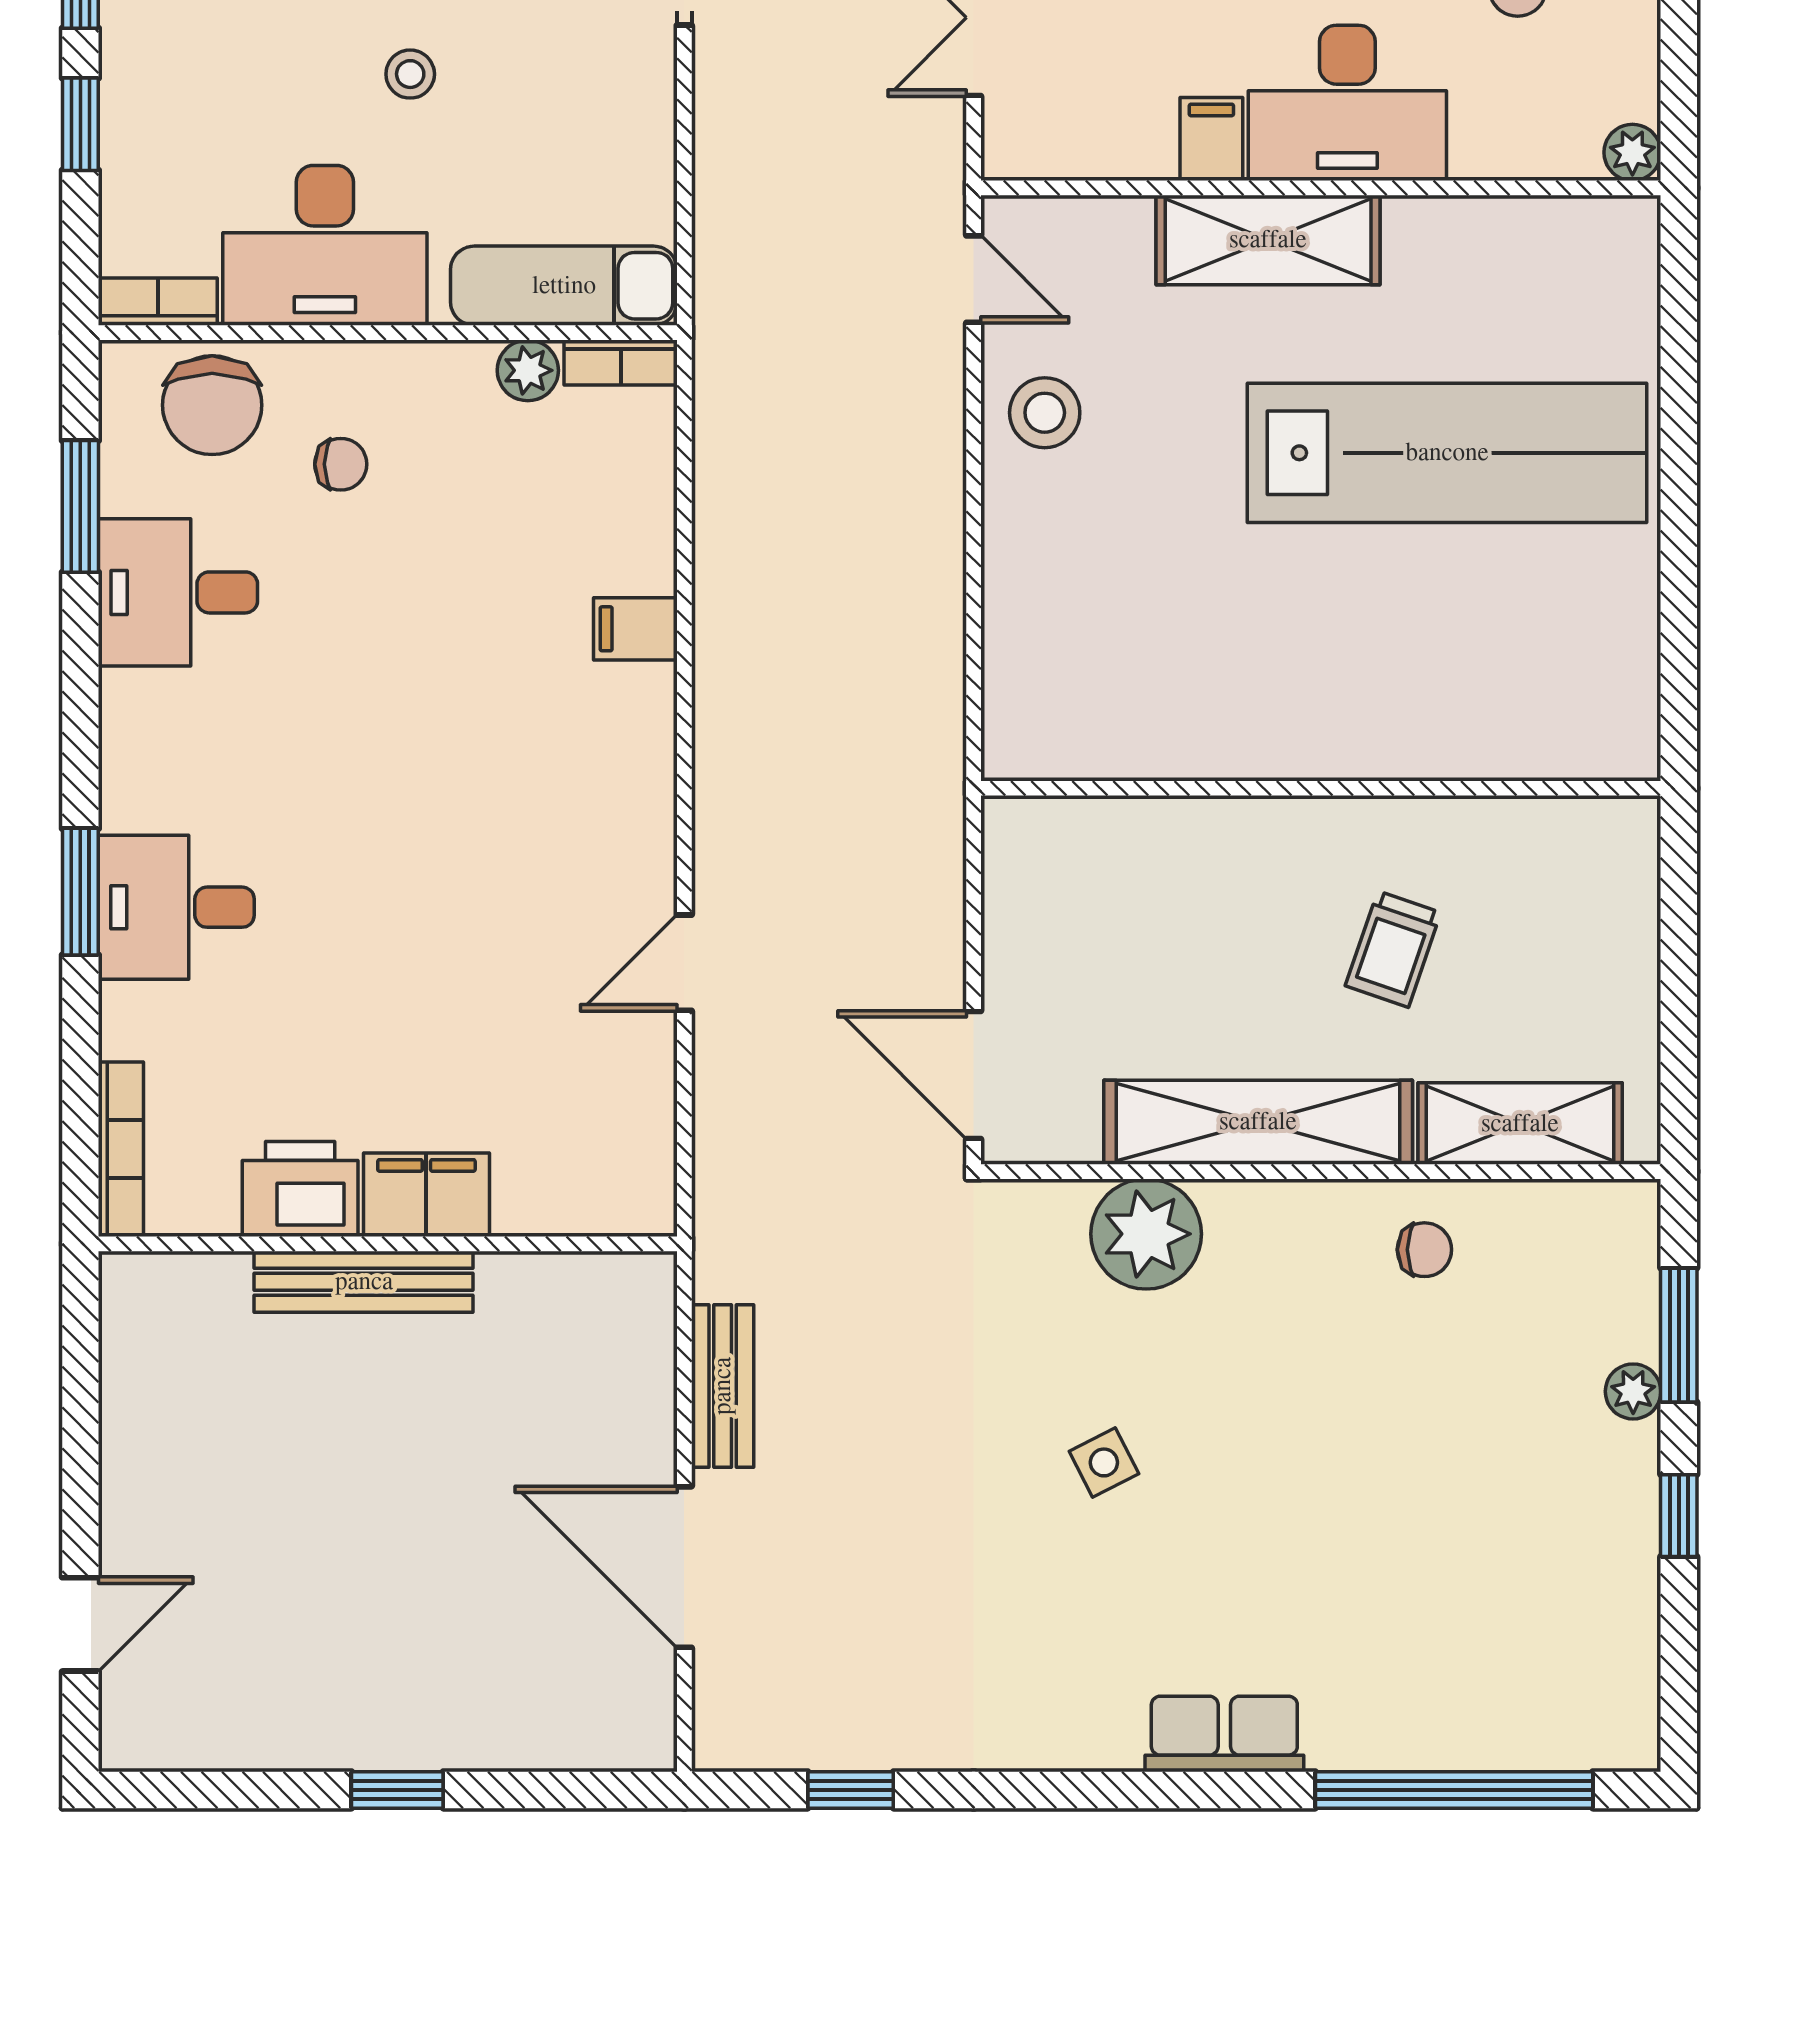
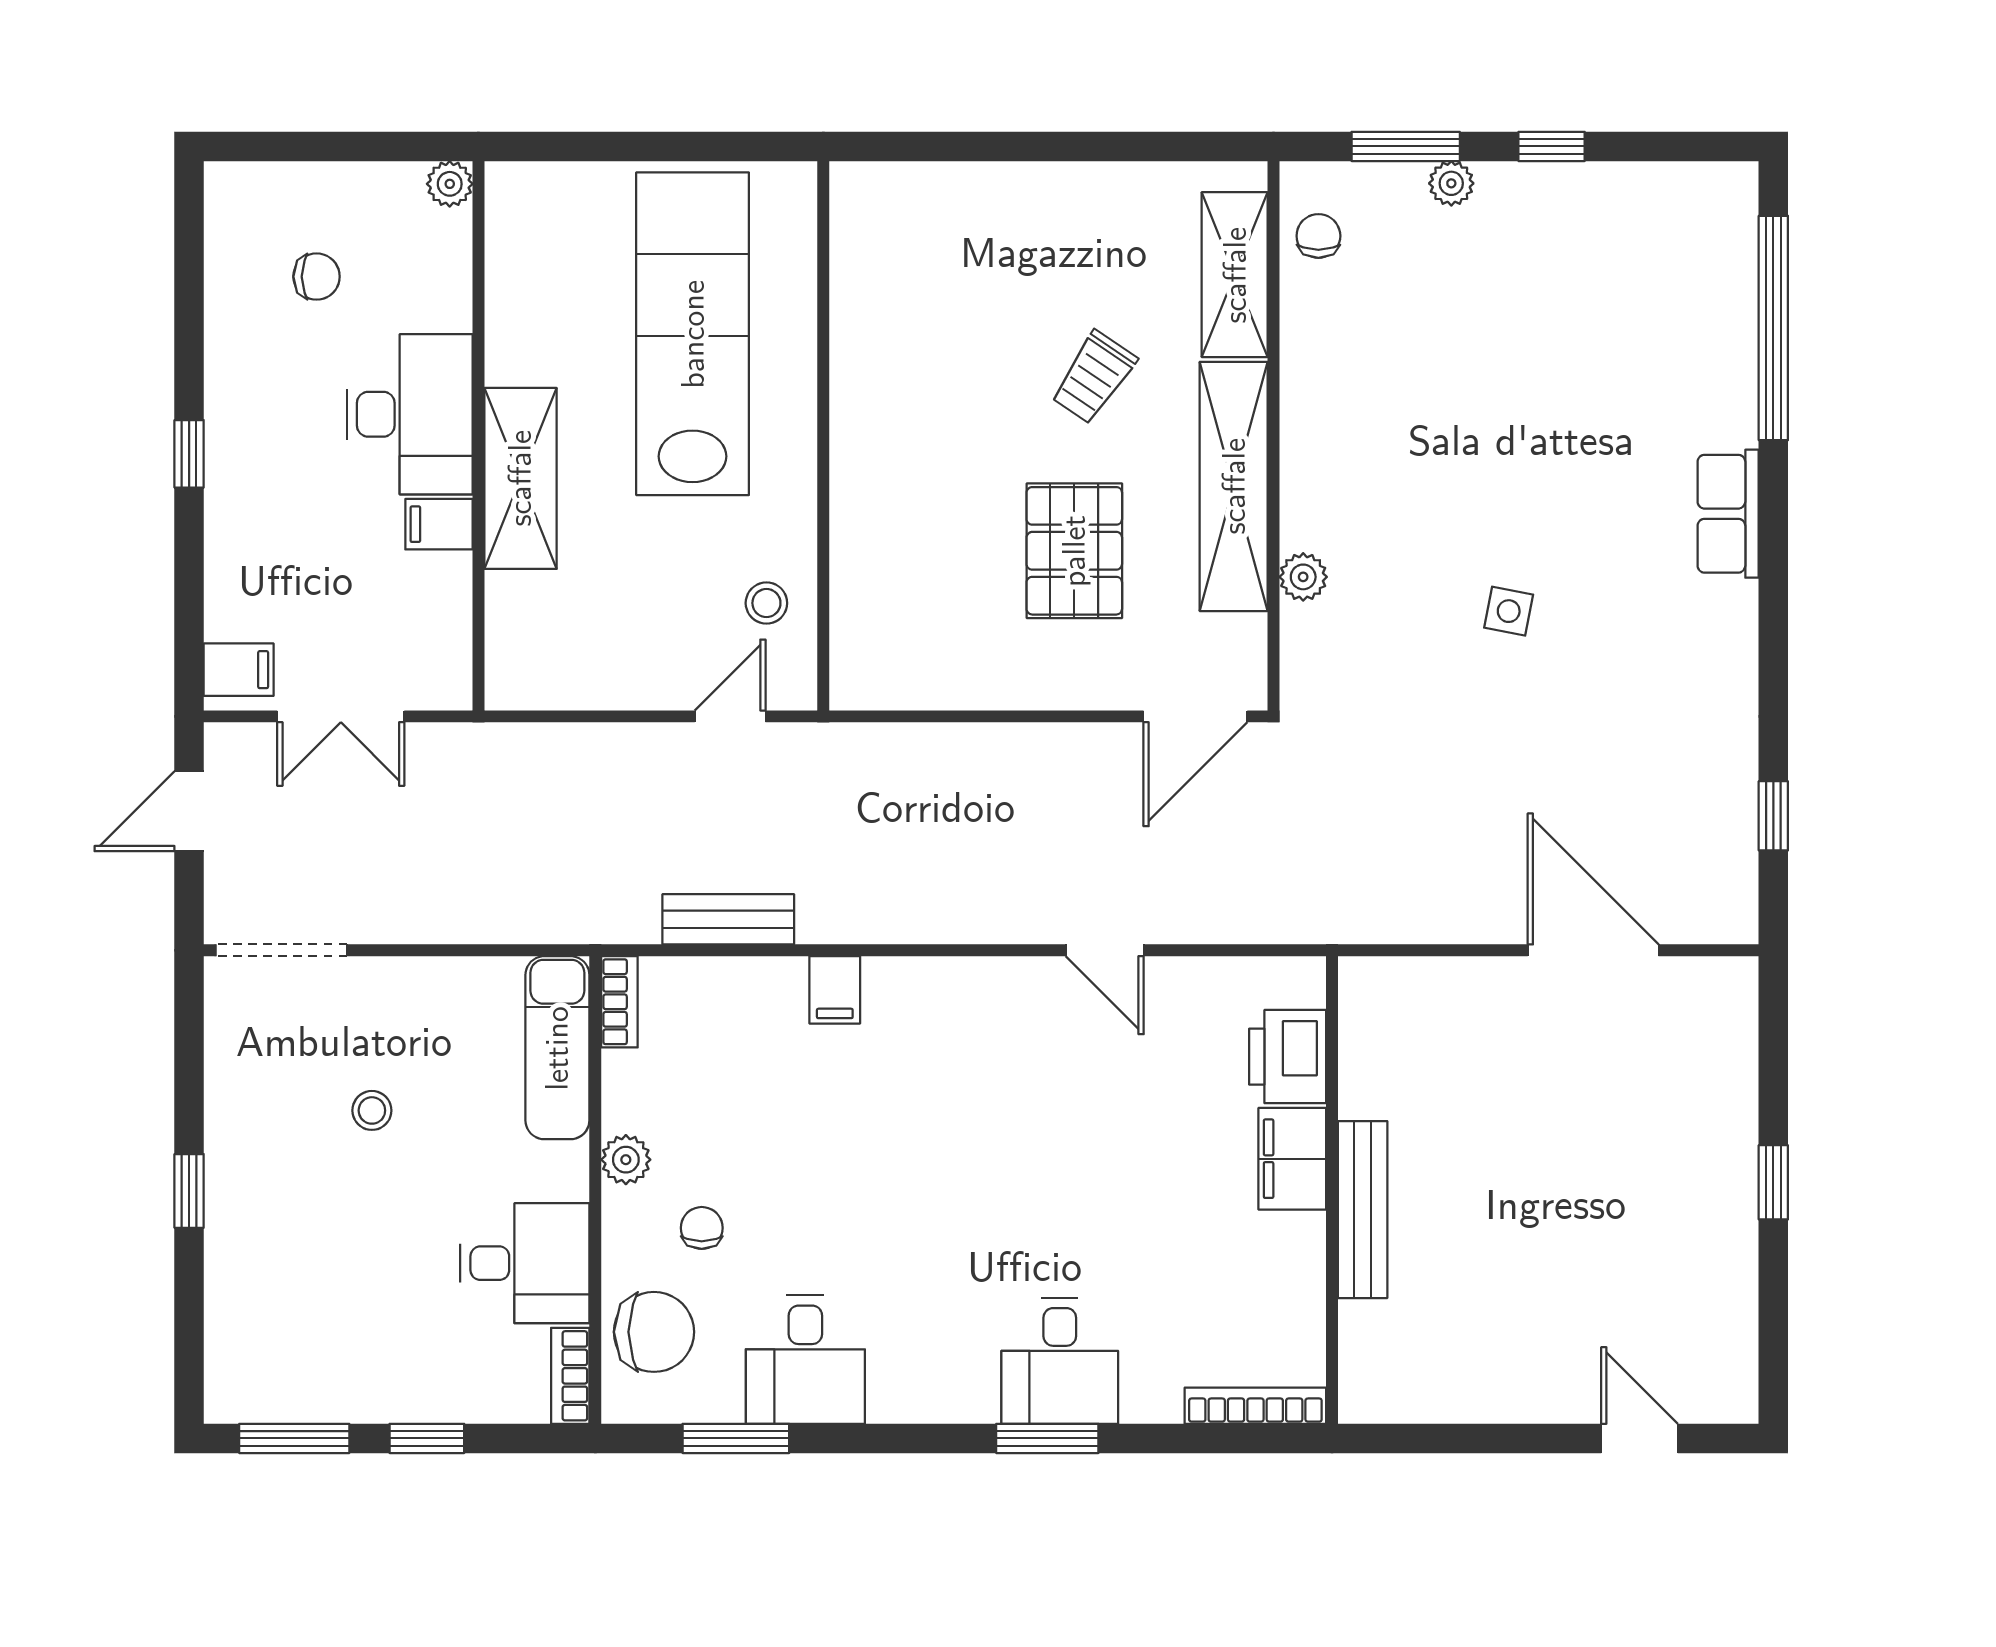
stool: (410, 74) -> (372, 1110), moved
desk: (325, 245) -> (525, 1263), width x0.73
door: (974, 279) -> (730, 716), moved
plant: (528, 370) -> (626, 1160), moved
stool: (1045, 413) -> (766, 603), moved, width x0.73, depth x0.73
wall: (1321, 788) -> (823, 436), moved
pallet: (1179, 925) -> (1074, 551), added
trolley: (1393, 949) -> (1094, 377), turned 105
printer: (300, 1189) -> (1288, 1057), moved
plant: (1146, 1234) -> (1303, 577), width x0.53, depth x0.53
chair: (1424, 1250) -> (1318, 236), moved
bench: (723, 1386) -> (728, 919), moved
side table: (1104, 1462) -> (1509, 611), turned 38
door: (684, 1567) -> (1593, 950), swing flipped

